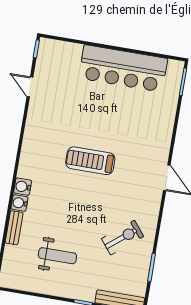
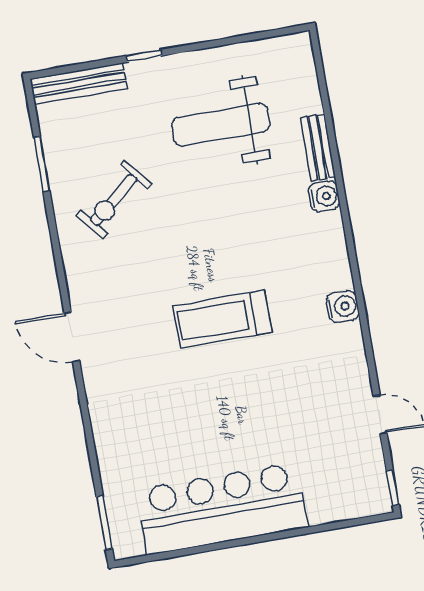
treadmill: (90, 161) -> (222, 319), turned 180
water cooler: (23, 187) -> (343, 306), moved
weight bench: (57, 256) -> (221, 125), width x1.36, depth x1.33

